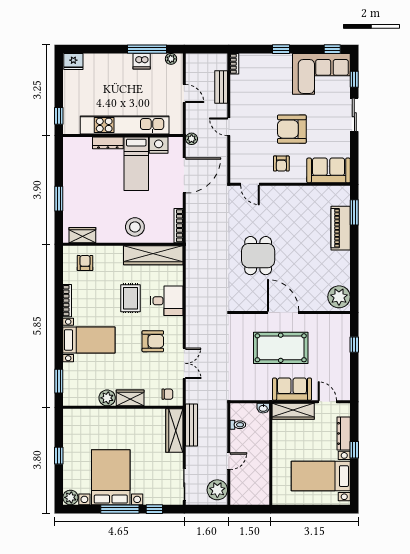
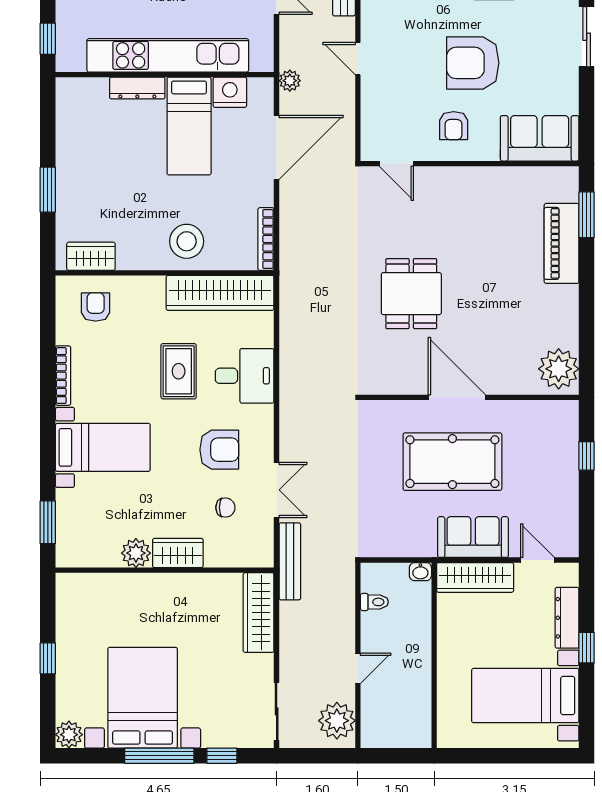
chair: (167, 394) -> (225, 508), moved
bench: (192, 425) -> (290, 561), moved

